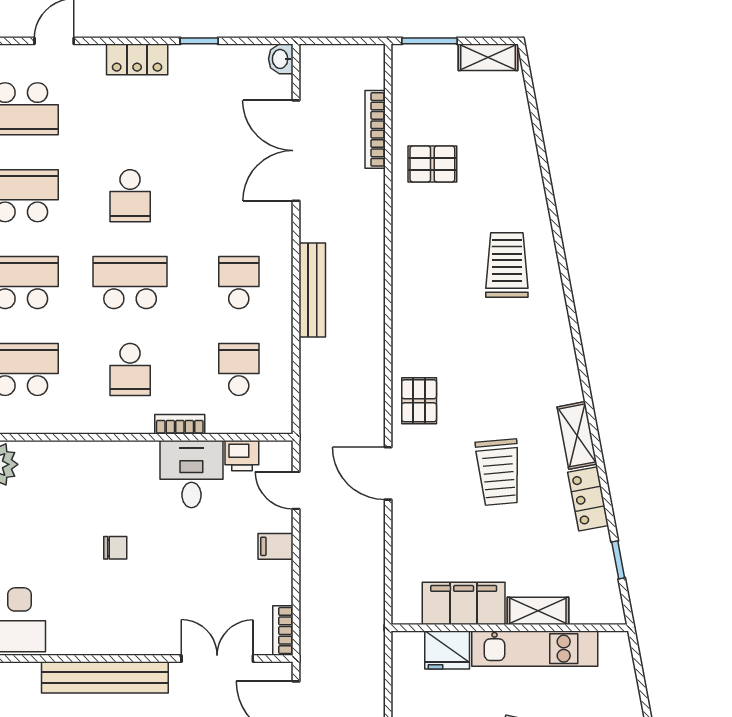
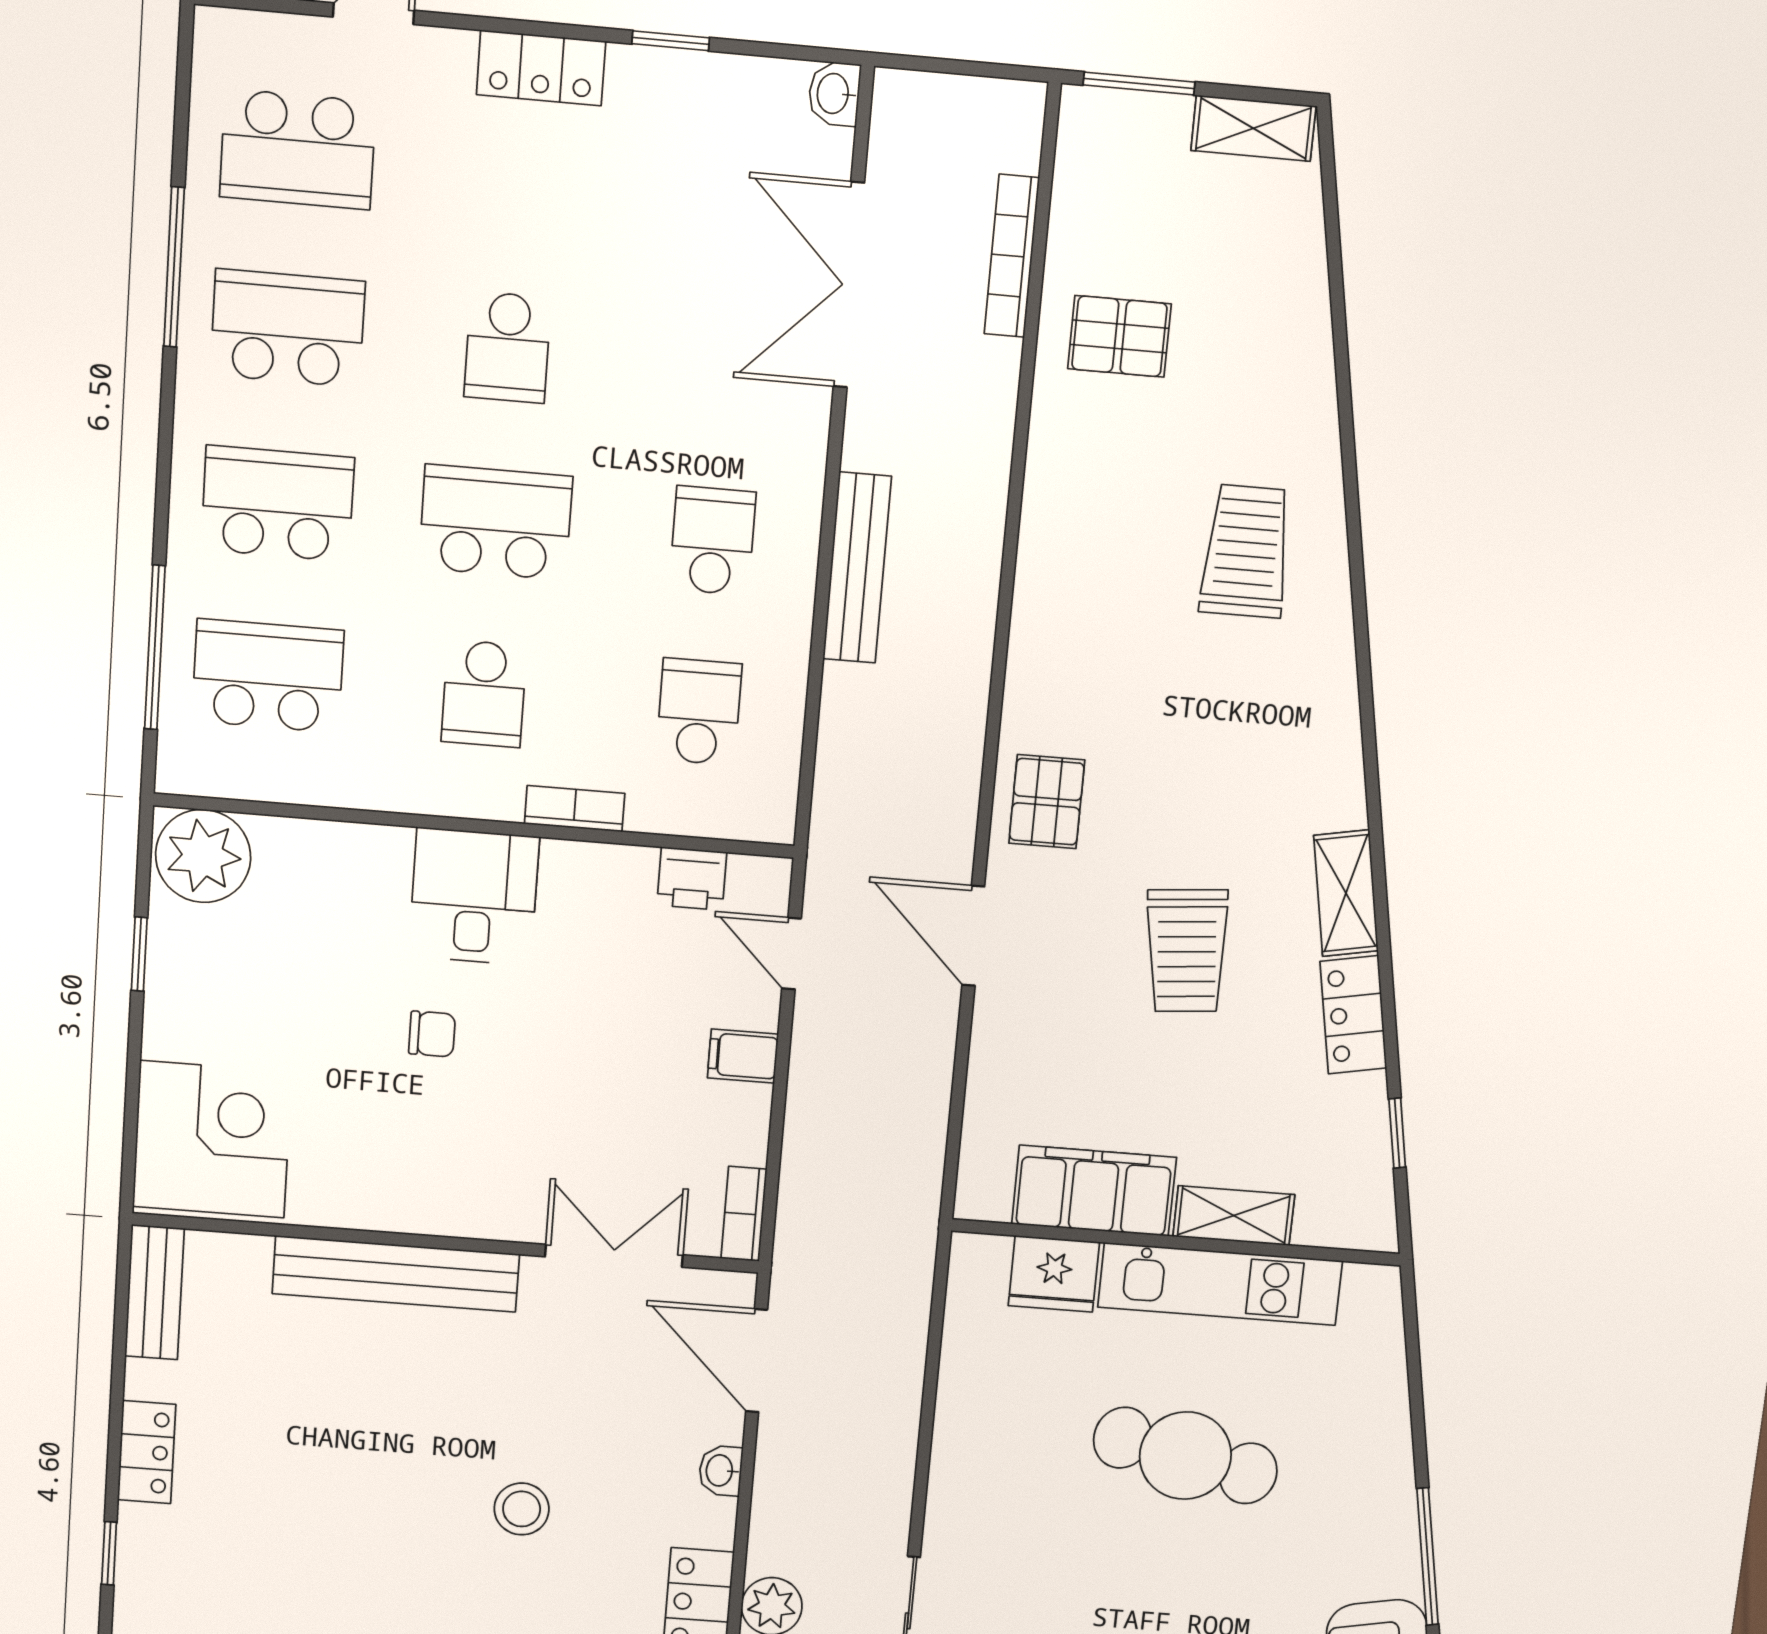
desk: (191, 474) -> (474, 897), moved

